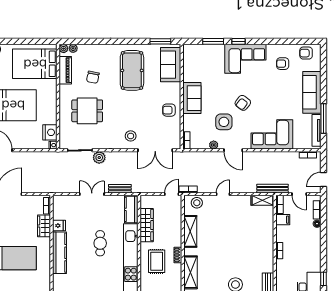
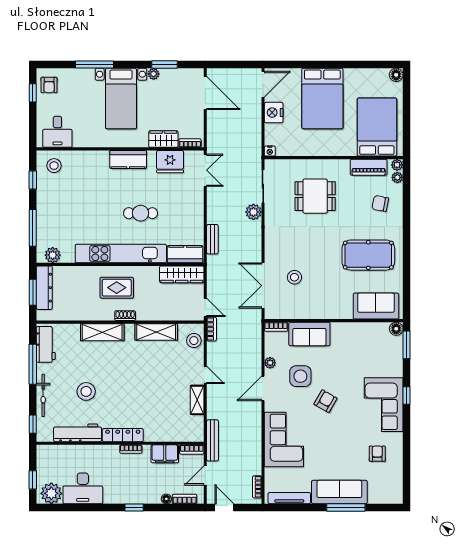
window: (160, 41) -> (407, 292), removed
window: (213, 41) -> (407, 345), moved
floor lamp: (188, 49) -> (396, 329), added
armchair: (306, 53) -> (391, 484), removed
chair: (93, 77) -> (380, 204), moved
sofa: (192, 98) -> (309, 334), moved
armchair: (243, 103) -> (326, 401), turned 82
armchair: (169, 110) -> (316, 304), removed
dining table: (87, 111) -> (315, 196), turned 90
window: (323, 119) -> (346, 507), moved
nightstand: (50, 132) -> (274, 113), moved, turned 90
stool: (131, 136) -> (294, 277), moved
double door: (92, 194) -> (205, 170), moved
shelving: (262, 200) -> (197, 400), moved
filing cabinet: (283, 220) -> (165, 454), width x2.00
wardrobe: (147, 225) -> (182, 274), moved
fridge: (59, 226) -> (170, 162), width x1.88, depth x1.34
kitchen counter: (59, 253) -> (128, 160), width x0.67
locker: (269, 257) -> (123, 435), added
window: (323, 279) -> (134, 507), moved

